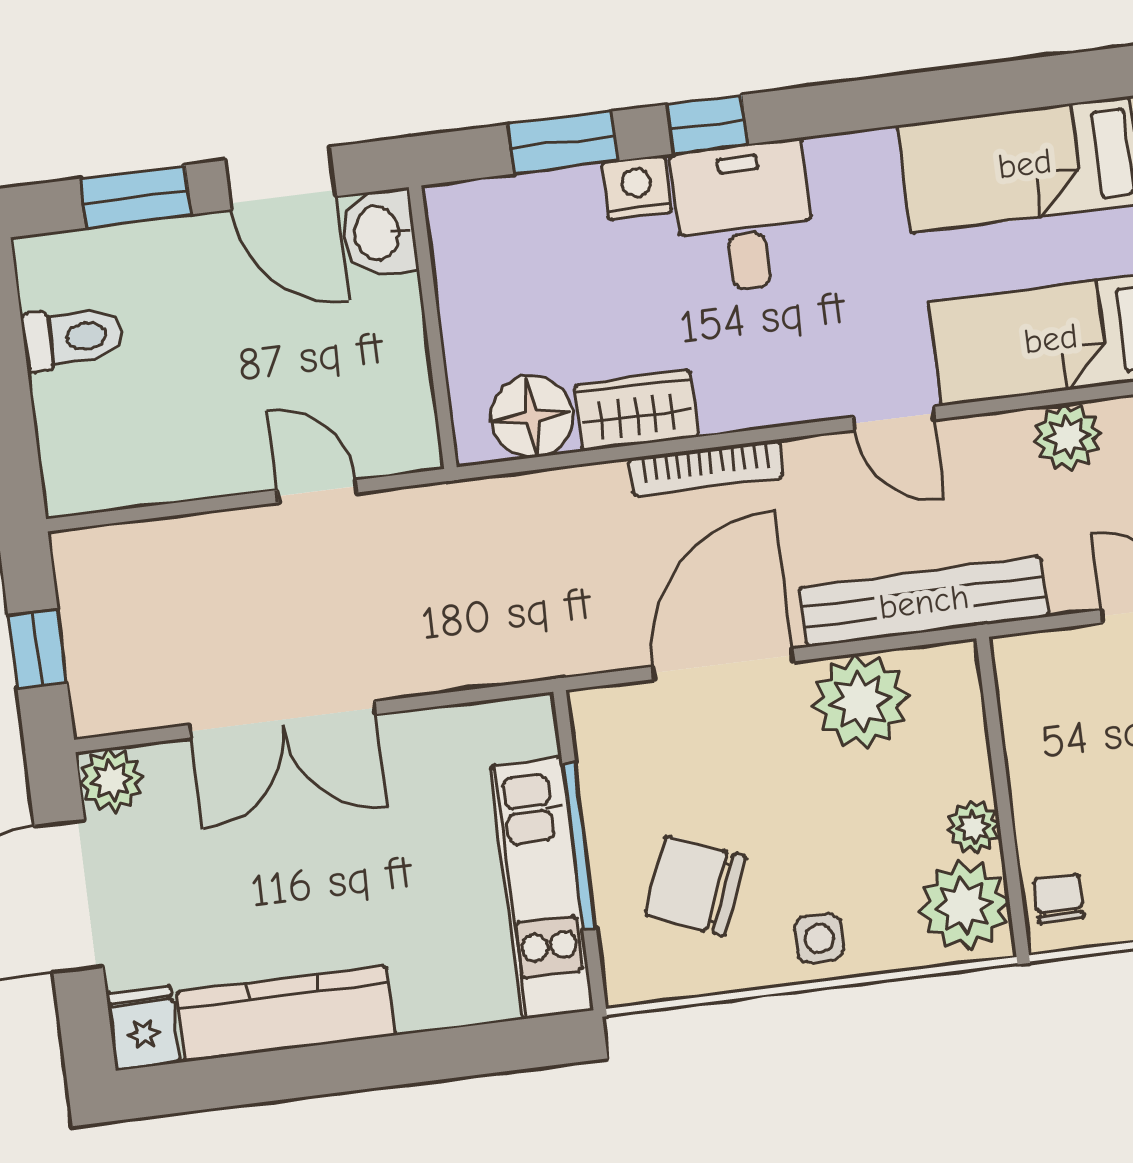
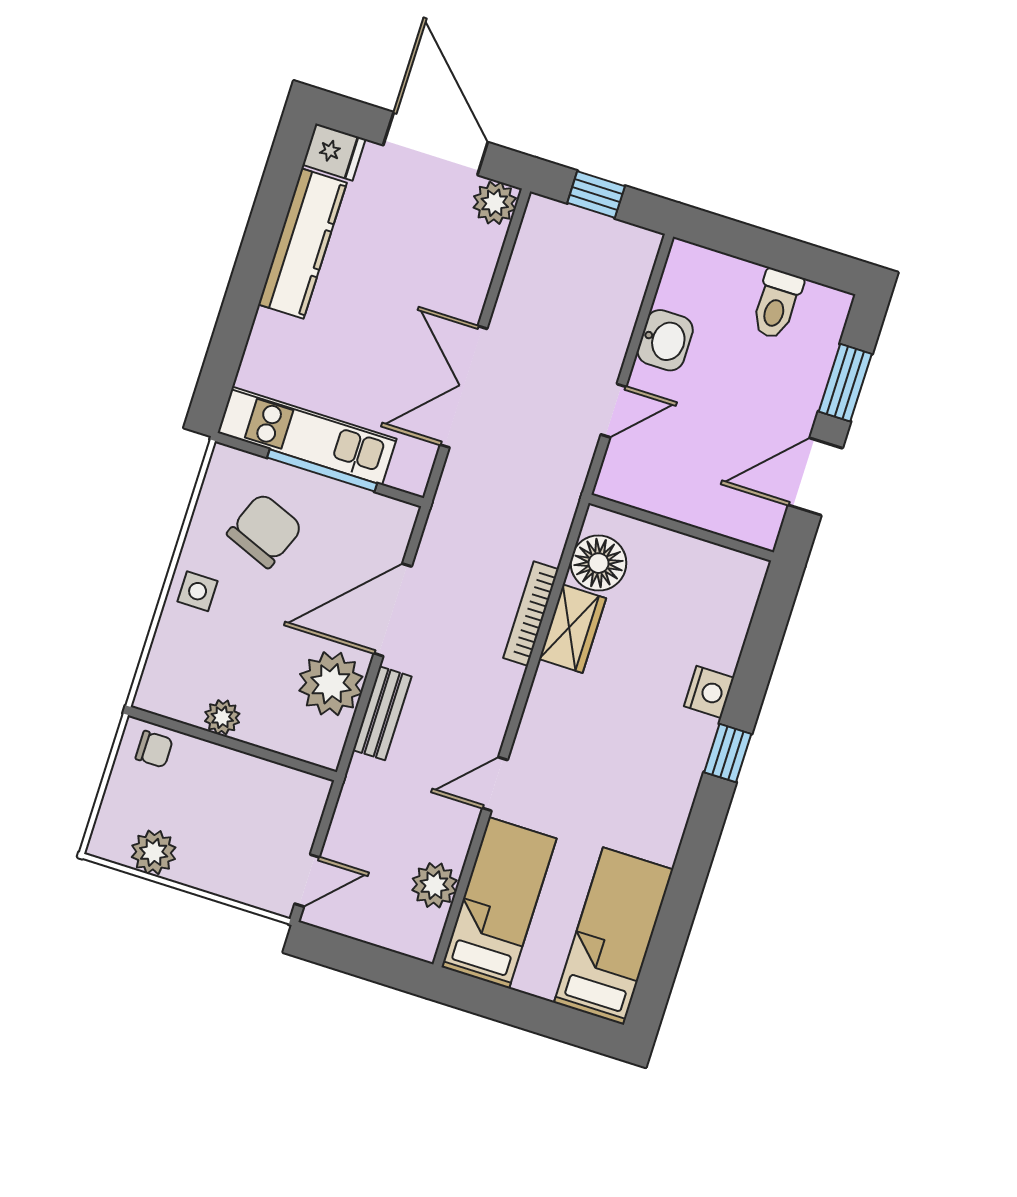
window: (562, 143) -> (758, 659), removed
desk: (744, 217) -> (661, 750), removed
washbasin: (379, 233) -> (665, 340), moved, turned 90
bookcase: (706, 468) -> (531, 614), moved
bench: (924, 602) -> (382, 713), width x0.54, depth x0.82
door: (723, 664) -> (393, 610), swing flipped
double door: (283, 720) -> (464, 387), moved
plant: (964, 906) -> (177, 689), removed

